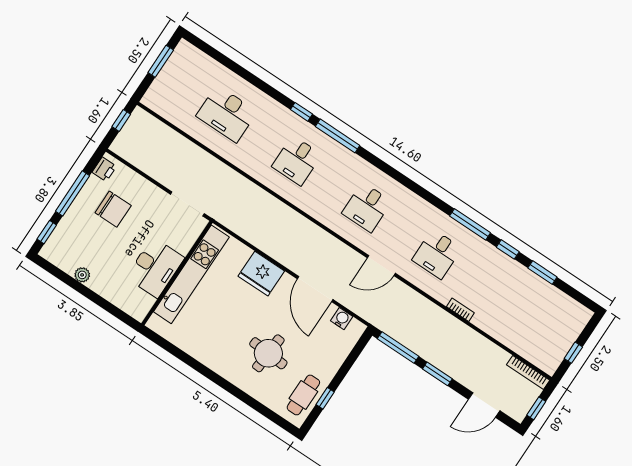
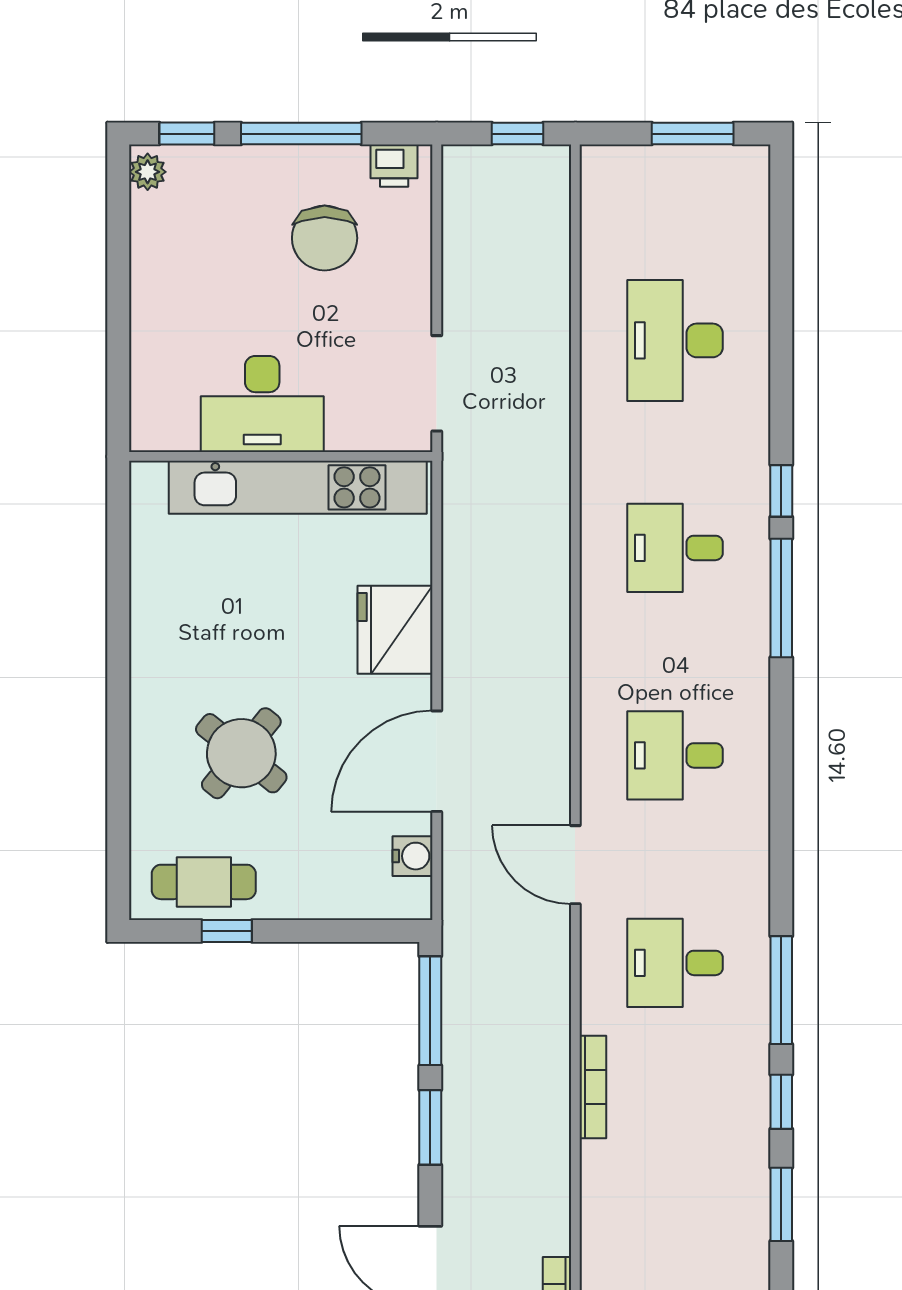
plant: (82, 275) -> (148, 172), moved
bookcase: (460, 310) -> (593, 1087), width x1.56
round table: (268, 353) -> (241, 753), turned 35

